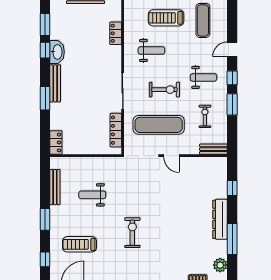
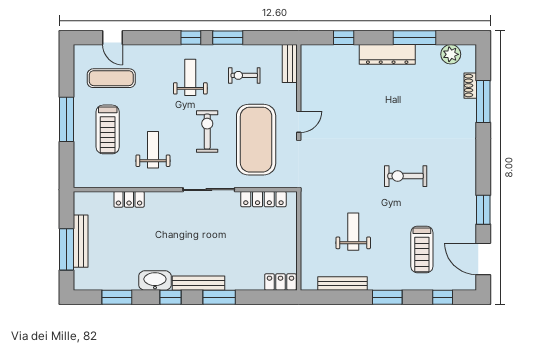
door: (232, 49) -> (113, 38), moved
window: (45, 50) -> (170, 297), moved
exercise mat: (159, 125) -> (256, 140), width x1.47
weight bench: (92, 195) -> (353, 232), turned 180

